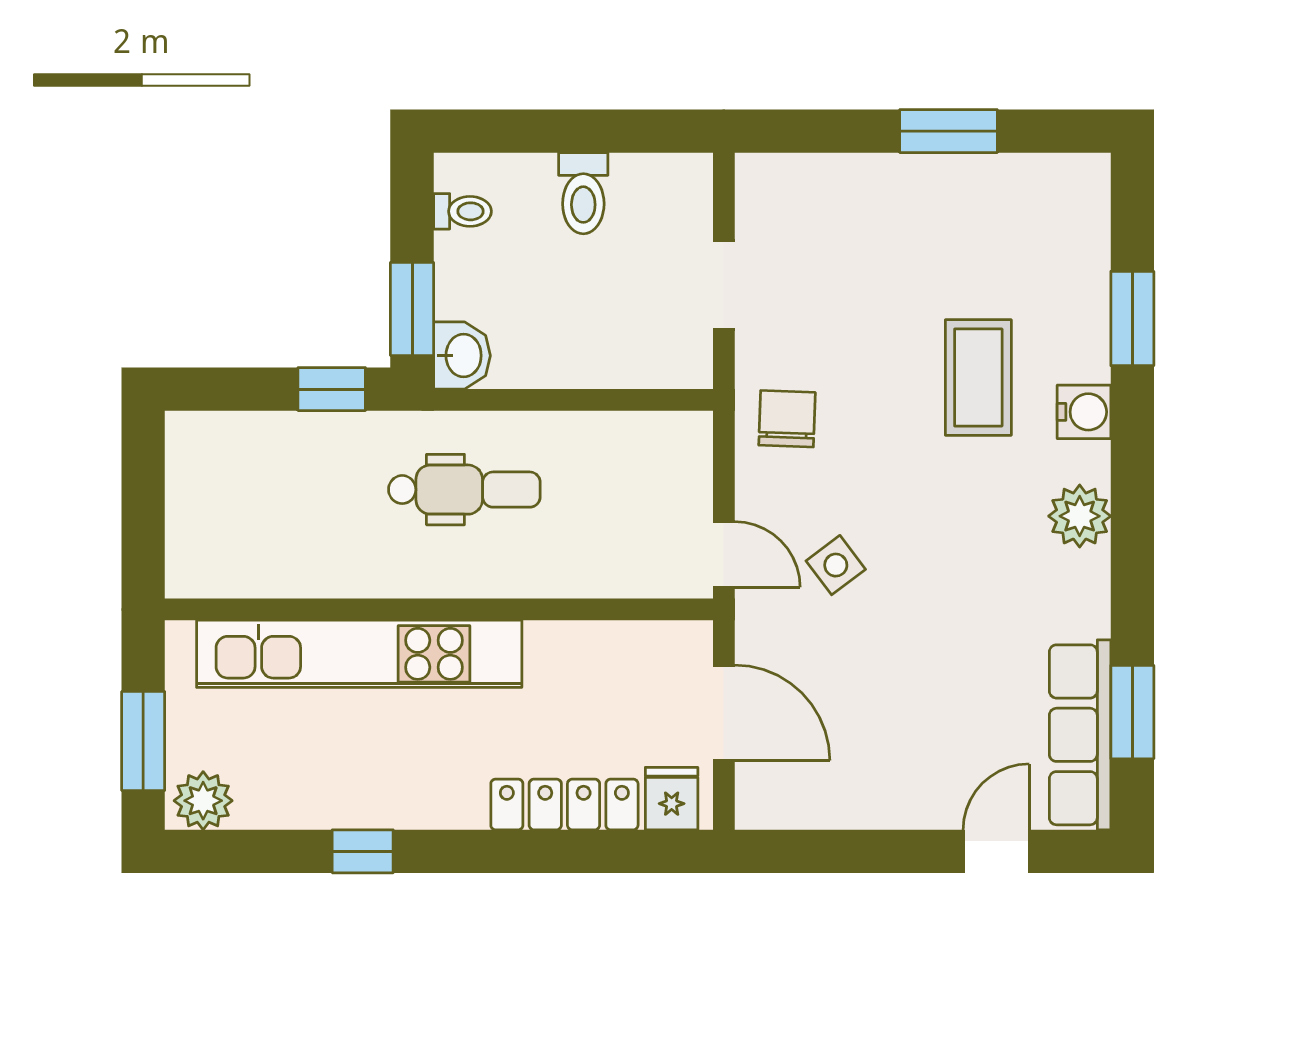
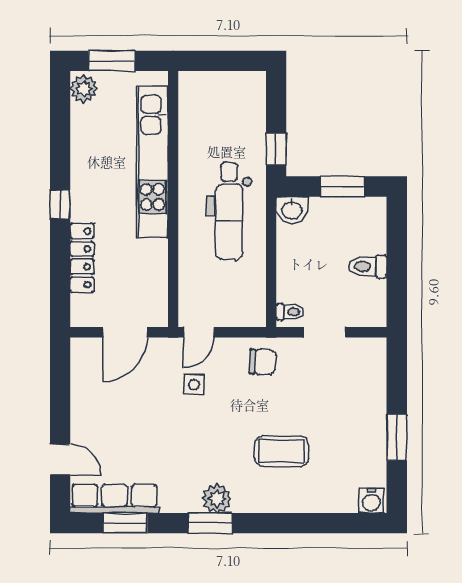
toilet: (462, 211) -> (290, 312), moved, turned -90
window: (412, 309) -> (342, 187), moved
window: (1132, 318) -> (210, 523), moved
water cooler: (1084, 412) -> (371, 501), moved
dental chair: (464, 490) -> (229, 211), width x1.36, depth x1.38
side table: (836, 565) -> (194, 385), turned 37
fridge: (672, 799) -> (85, 308), removed
window: (363, 851) -> (60, 204), moved

